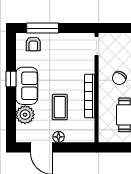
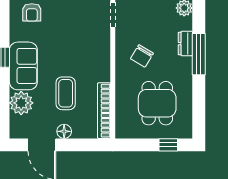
bookcase: (90, 96) -> (104, 111), moved

